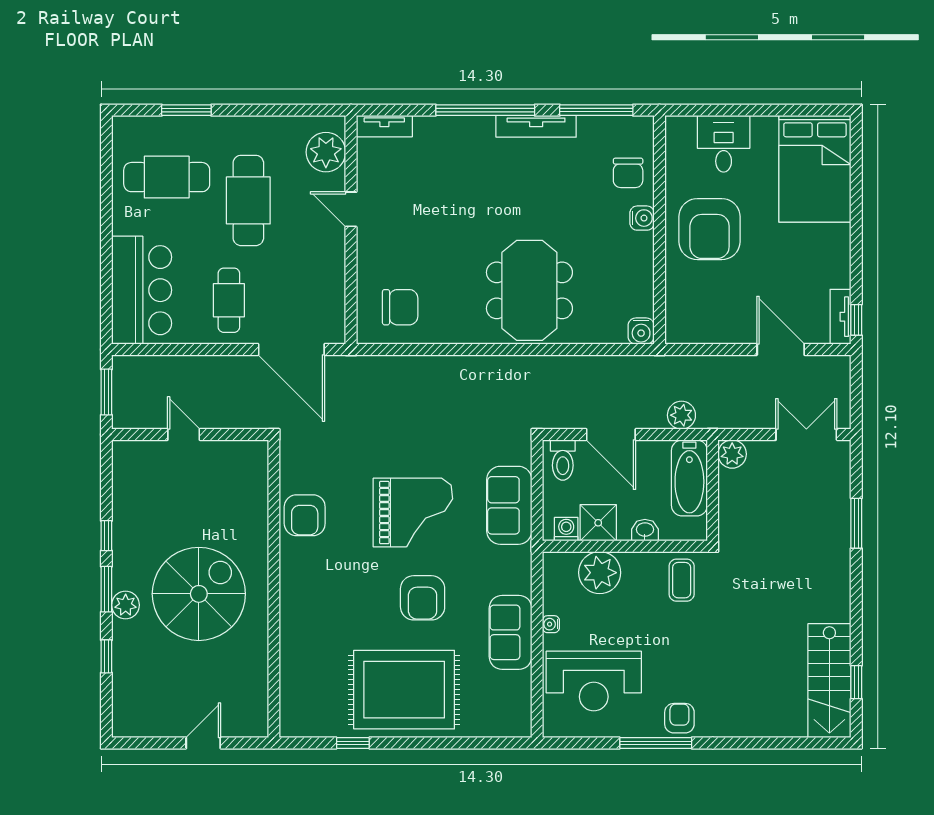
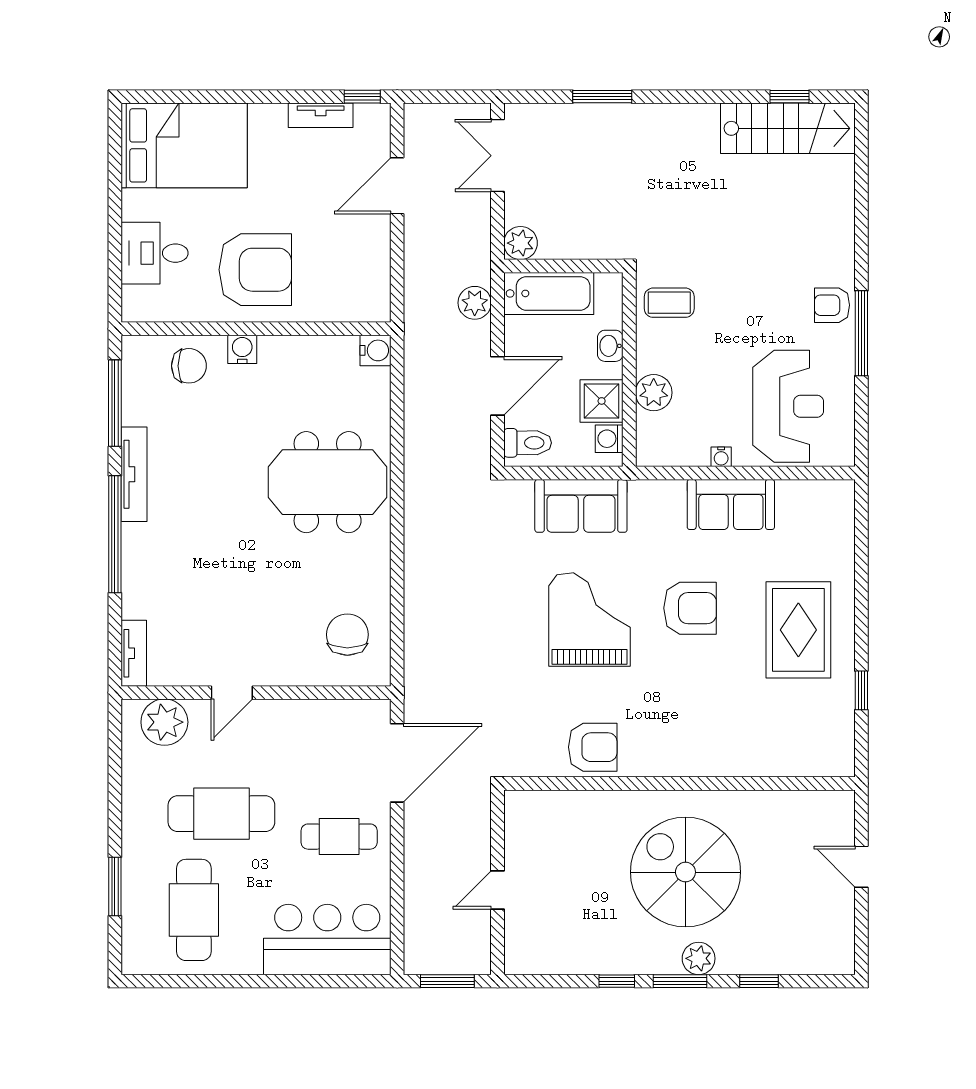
tv unit: (840, 317) -> (321, 115), moved
plant: (600, 573) -> (654, 393), width x0.73, depth x0.73
rug: (404, 690) -> (798, 630), width x0.73, depth x0.69

